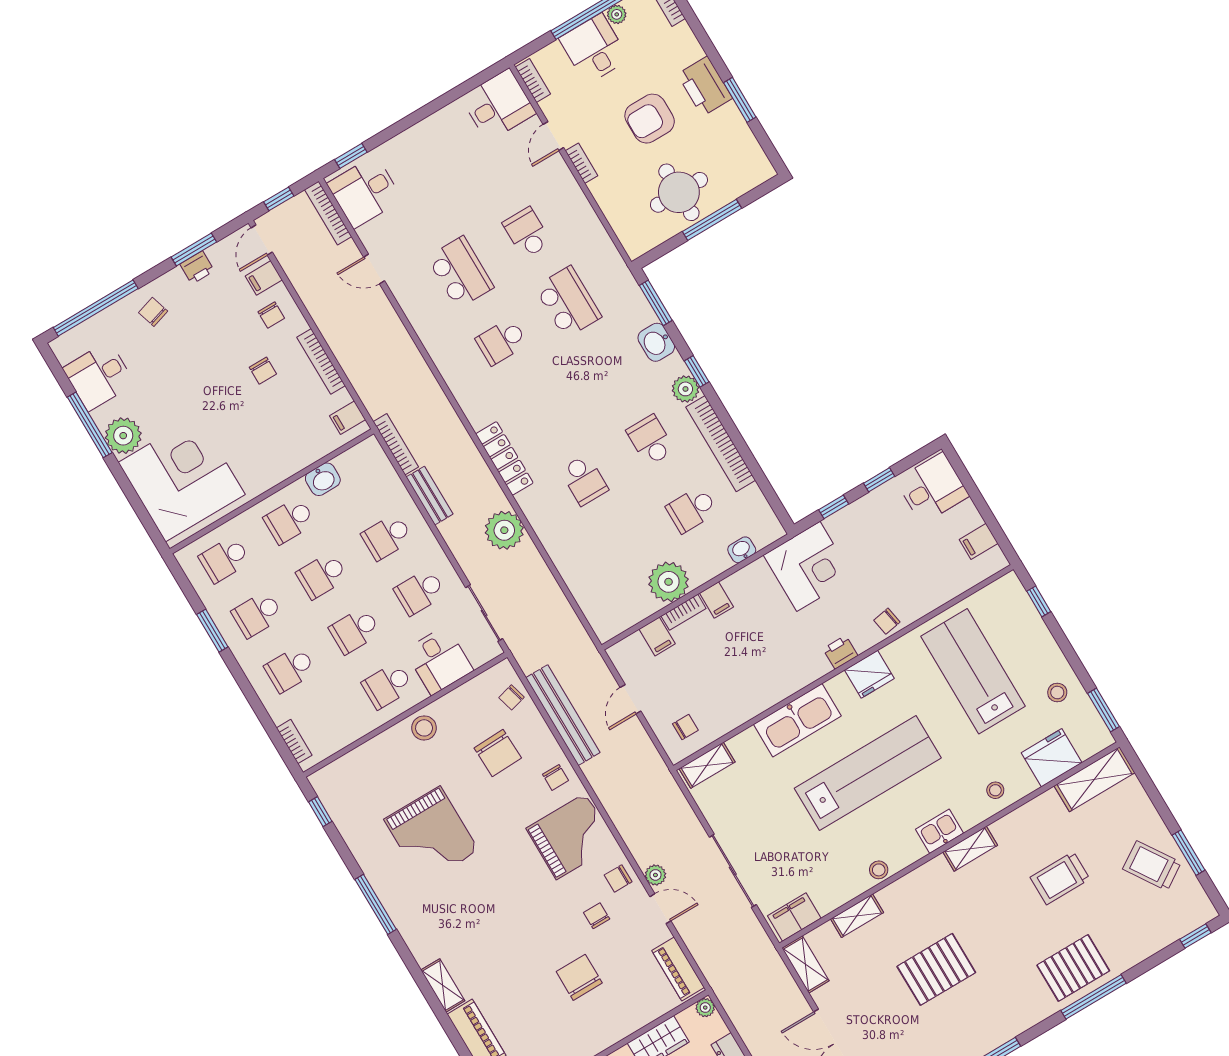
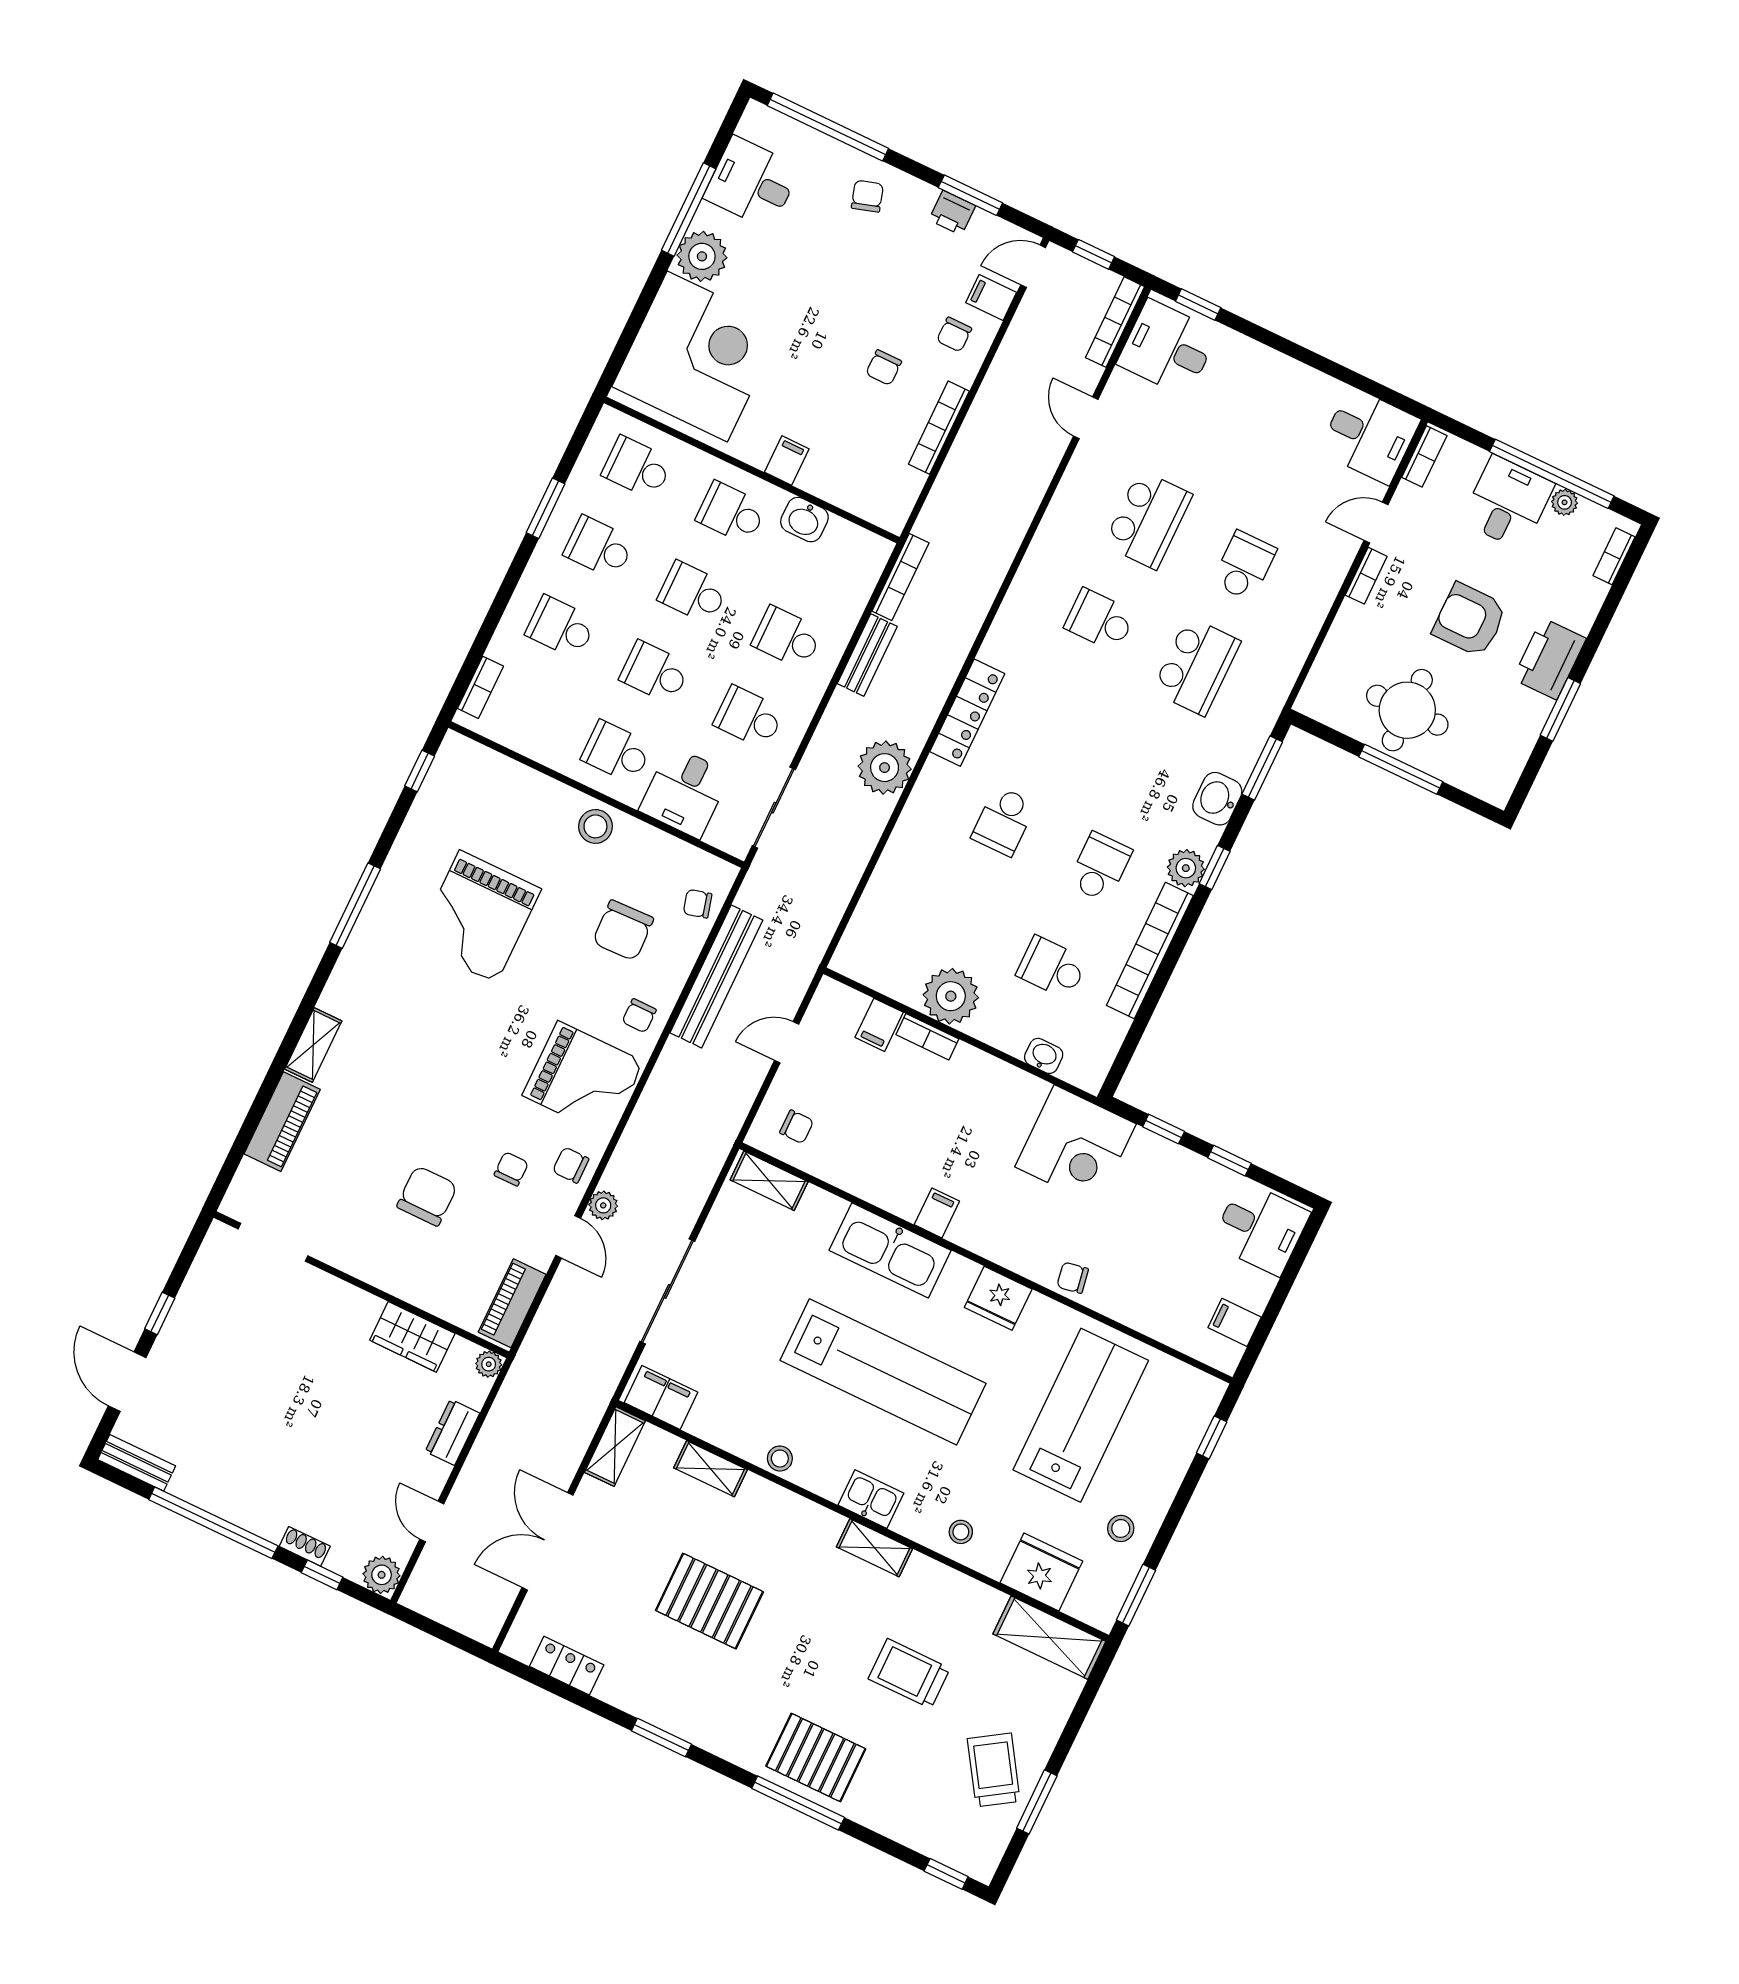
filing cabinet: (348, 418) -> (787, 460), moved, turned 90
filing cabinet: (716, 600) -> (937, 1213), moved, turned 180
printer: (840, 652) -> (1001, 1248), removed

